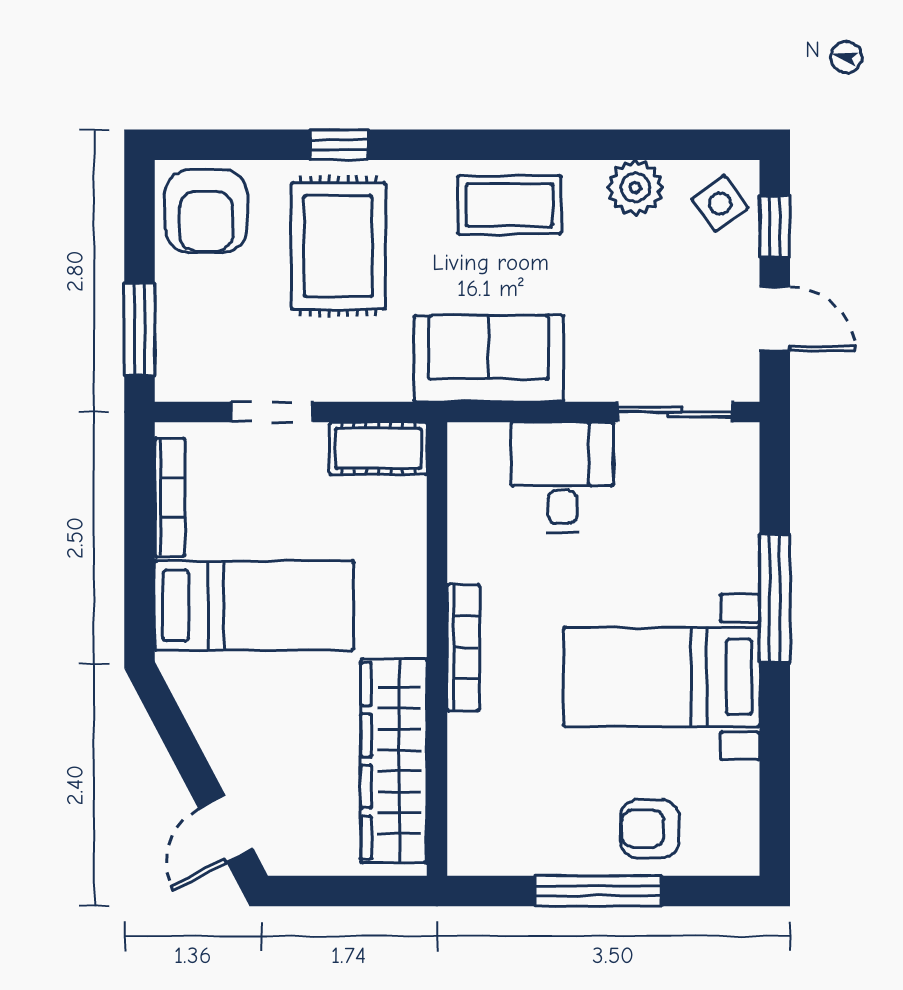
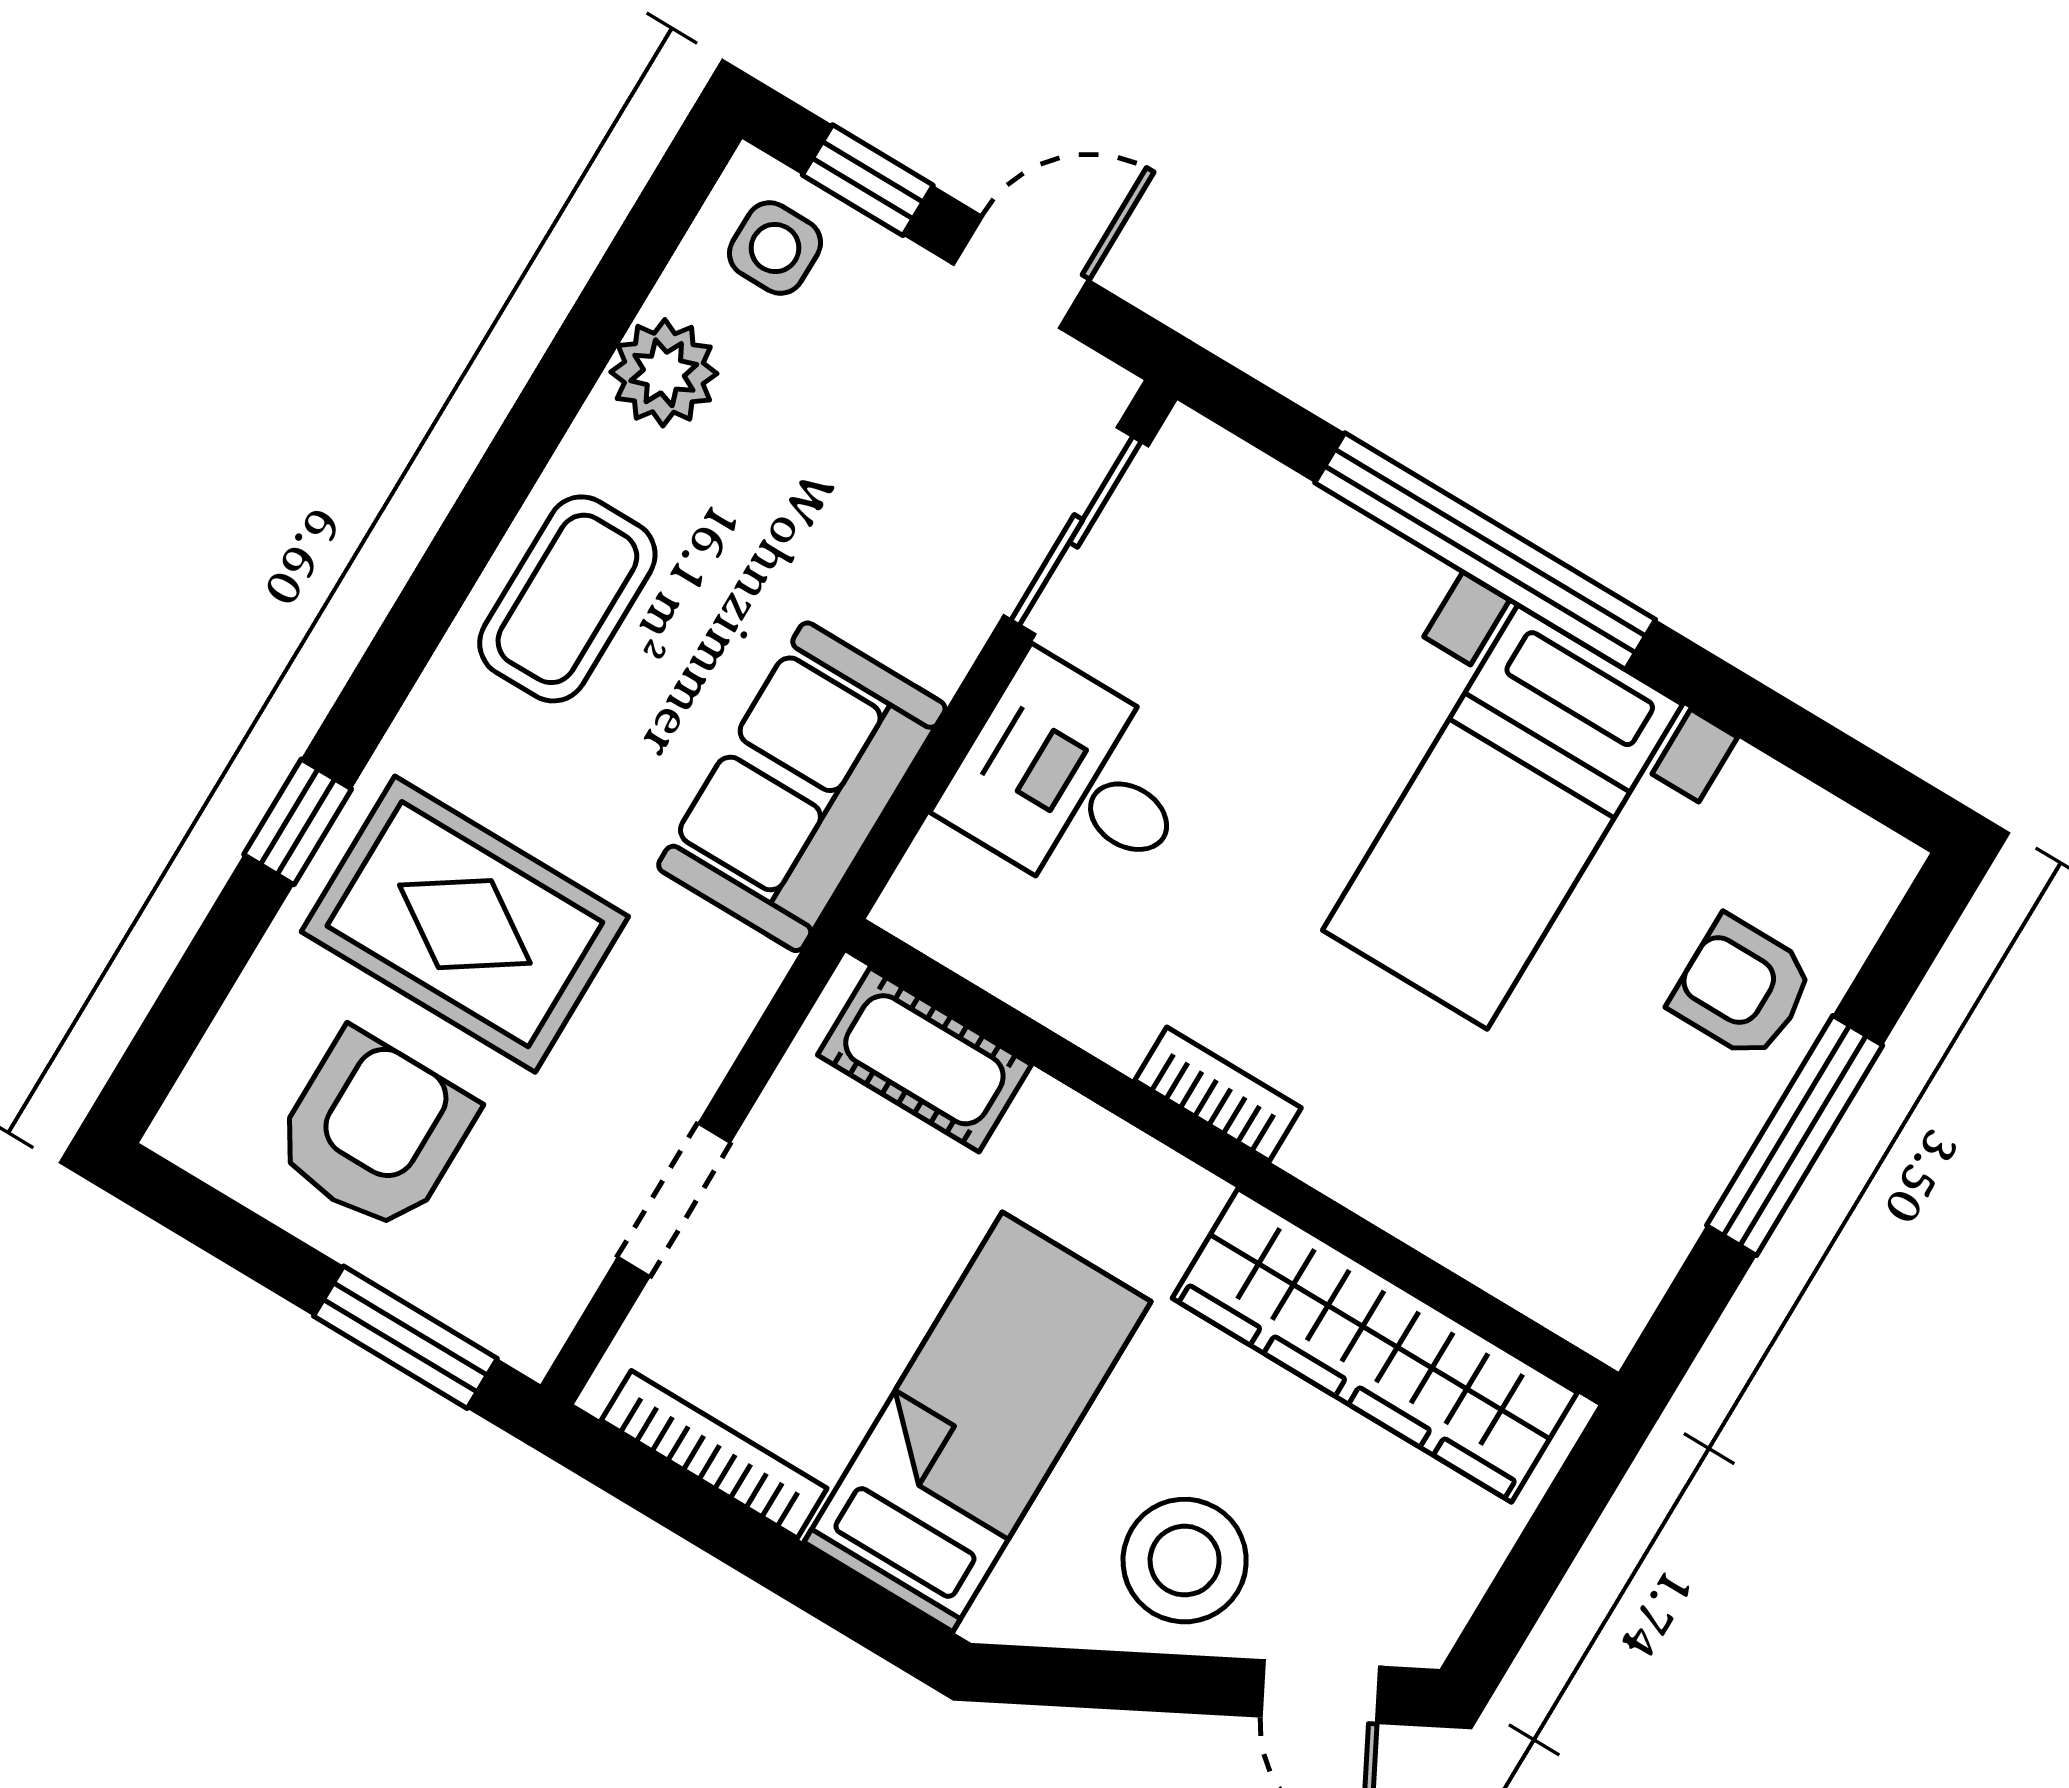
side table: (720, 203) -> (775, 248), turned 36
armchair: (206, 211) -> (374, 1132), moved, turned -90
cot: (378, 448) -> (924, 1060), moved, turned 90
window: (775, 598) -> (1485, 551), width x1.46
bookcase: (463, 647) -> (1218, 1094), width x0.64
stool: (248, 734) -> (1185, 1561), added
armchair: (650, 829) -> (1742, 988), turned 90

